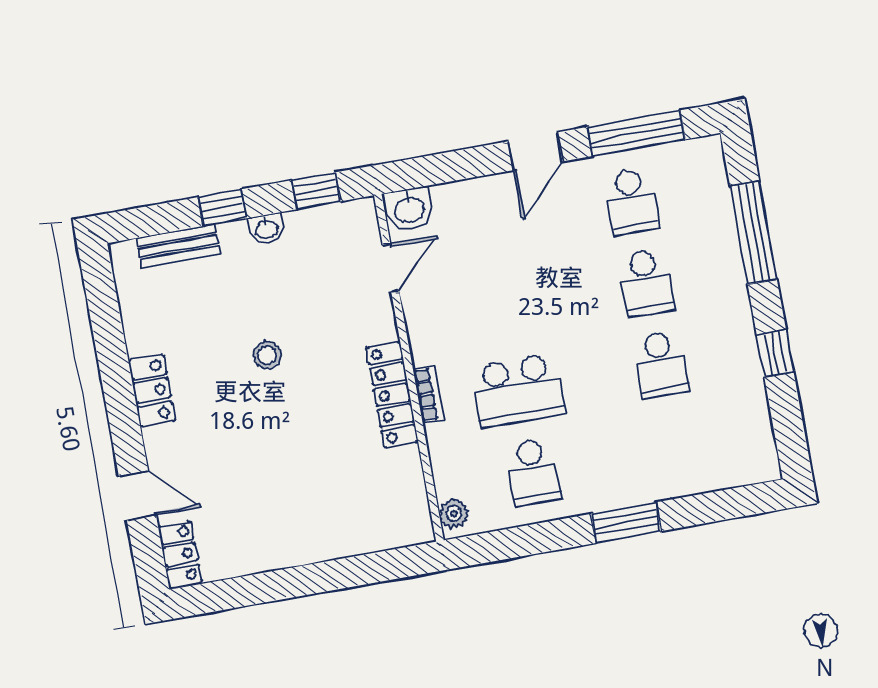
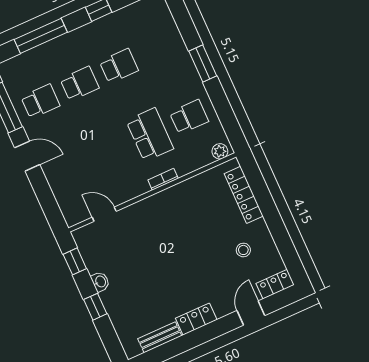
washbasin: (409, 209) -> (72, 212), removed
bench: (178, 246) -> (160, 337), moved, turned 90
stool: (267, 355) -> (243, 250), moved
locker: (392, 395) -> (244, 195), moved, turned 90

